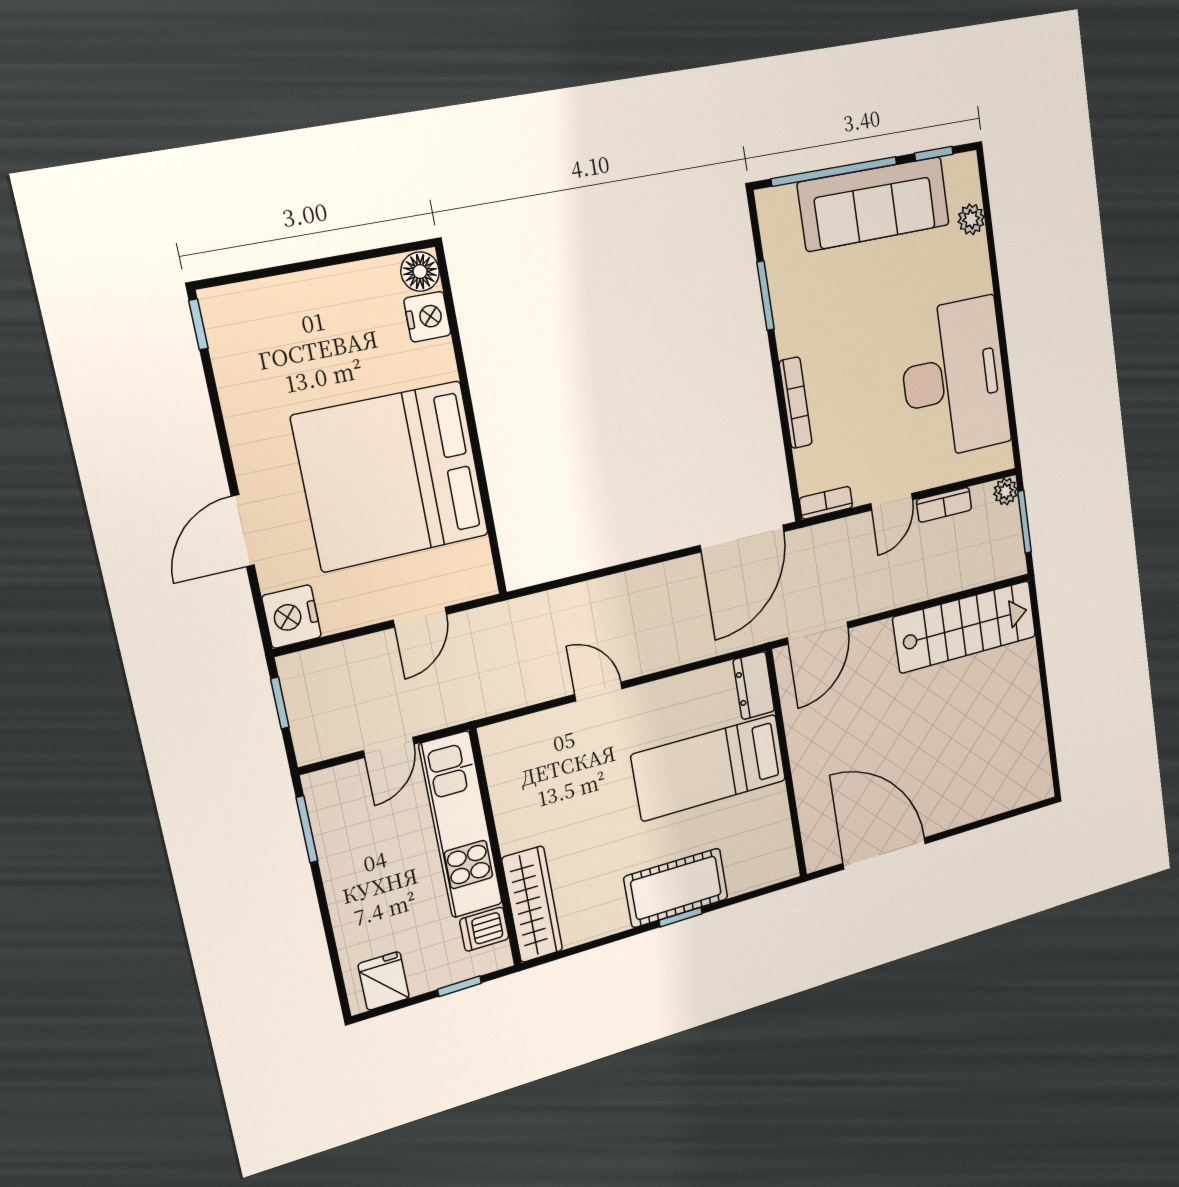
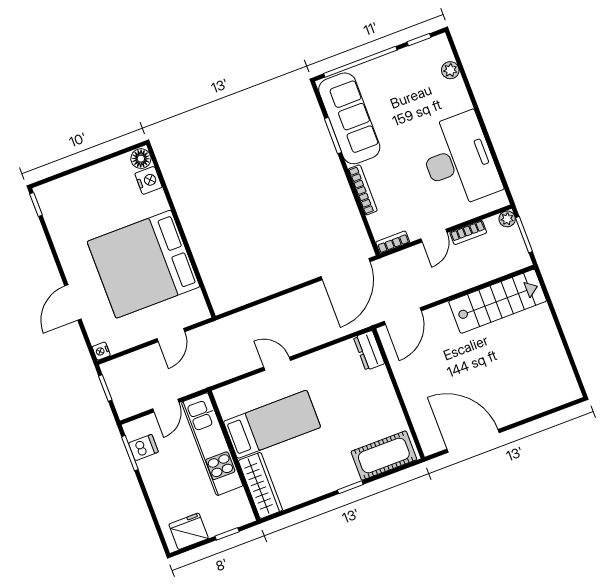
sofa: (874, 204) -> (349, 118), moved, turned -90
nightstand: (292, 617) -> (101, 351), width x0.53, depth x0.56
bed: (709, 768) -> (272, 424), moved, turned 180
cot: (676, 888) -> (384, 455), moved
dishwasher: (484, 929) -> (143, 448), moved, turned 180
fridge: (384, 981) -> (189, 531), width x1.38

